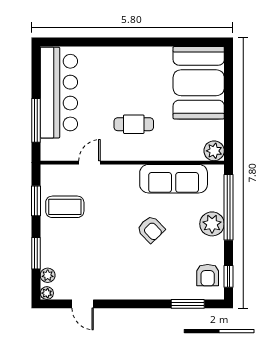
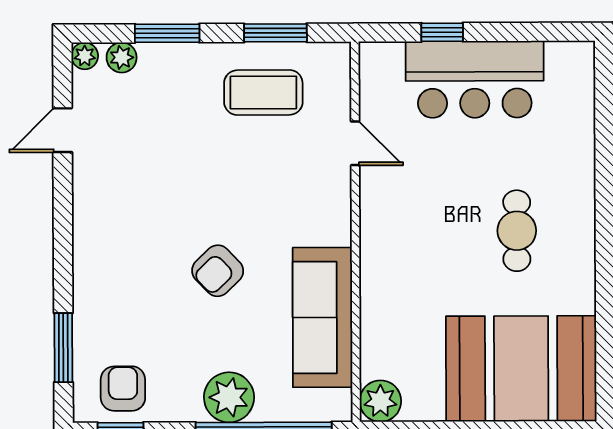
bar counter: (59, 93) -> (475, 79), width x0.73
window: (36, 120) -> (442, 32), width x0.46
cafe table: (134, 124) -> (517, 231), moved
coffee table: (65, 207) -> (263, 92), turned 90
armchair: (208, 275) -> (123, 389), turned 90

